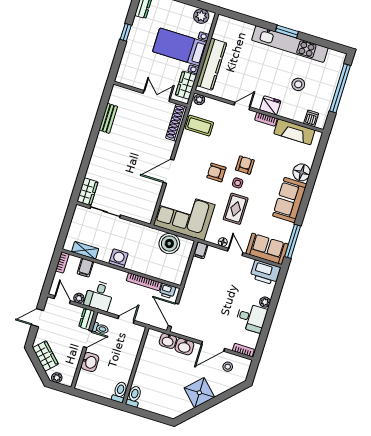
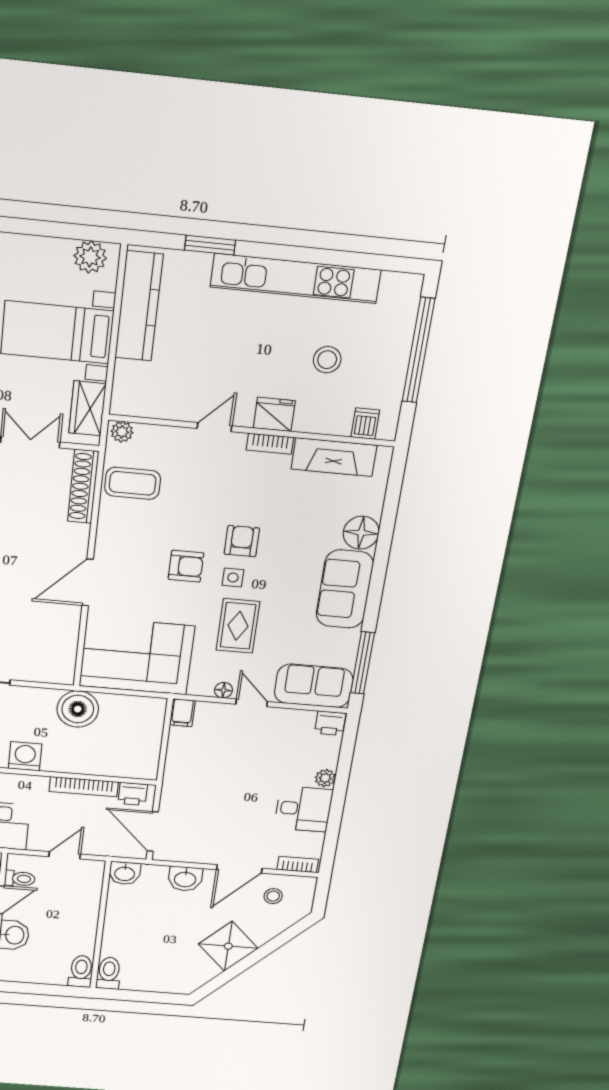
window: (287, 31) -> (210, 245), moved
kitchen counter: (212, 64) -> (139, 306), moved
armchair: (216, 172) -> (186, 566), turned 180
boiler: (169, 244) -> (78, 709), moved
printer: (265, 272) -> (330, 723), width x0.53, depth x0.68
washbasin: (168, 341) -> (125, 873), moved

